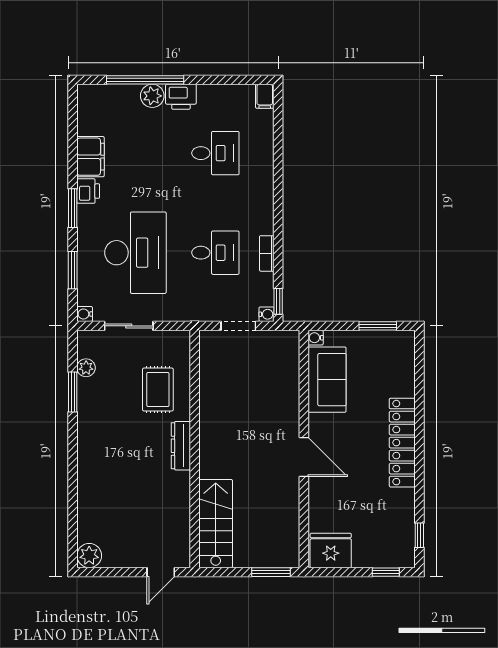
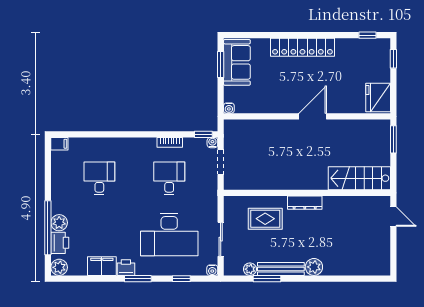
plant: (89, 96) -> (59, 267), added
printer: (181, 97) -> (60, 243), moved
desk: (135, 253) -> (169, 235), turned 180
window: (73, 270) -> (181, 279), width x0.67
sofa: (327, 380) -> (237, 62), moved, turned 90
bench: (86, 412) -> (281, 269), added
plant: (89, 556) -> (314, 267), moved

